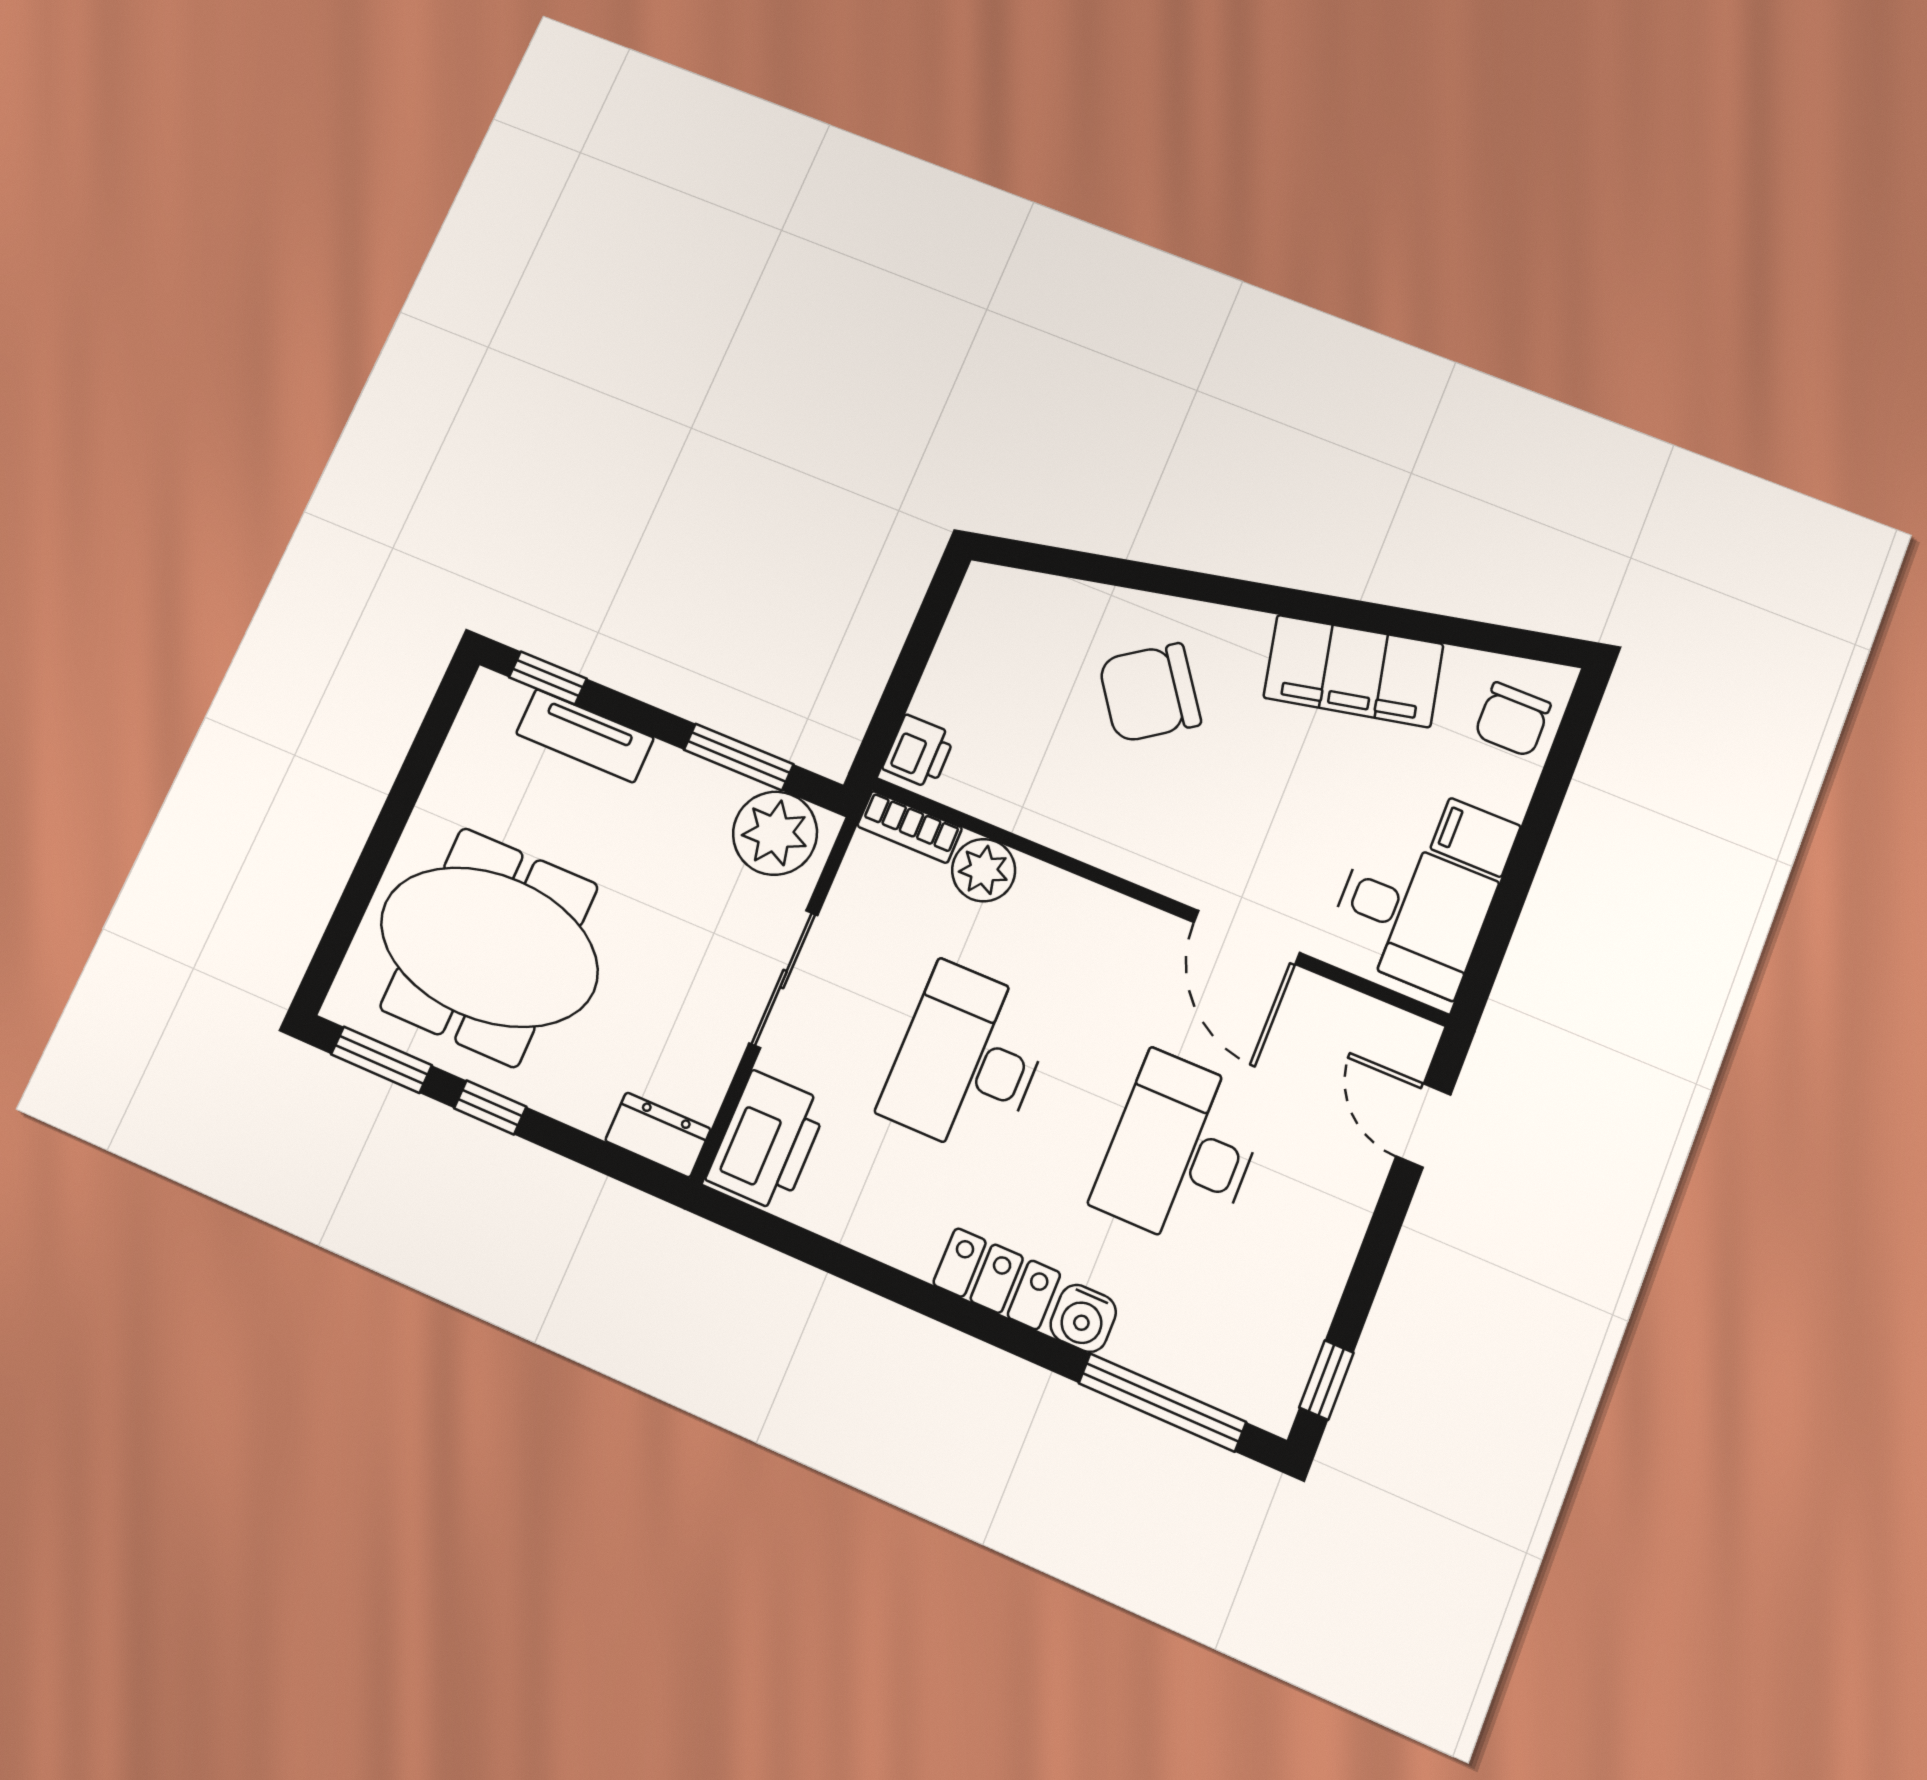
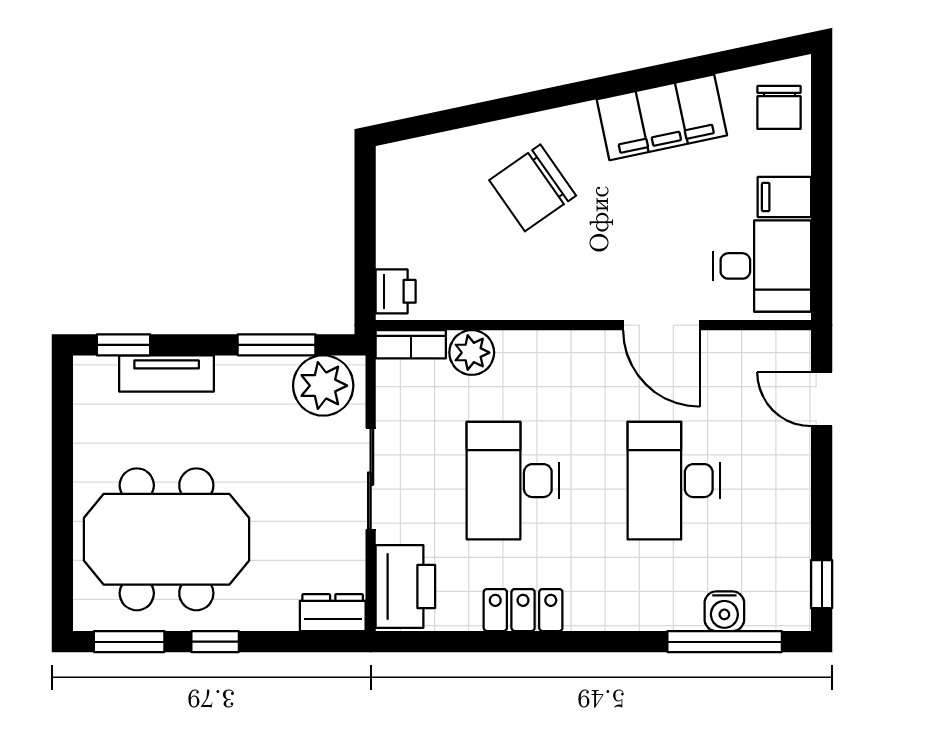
locker: (997, 1279) -> (523, 610), moved
water cooler: (1083, 1318) -> (724, 611), moved

